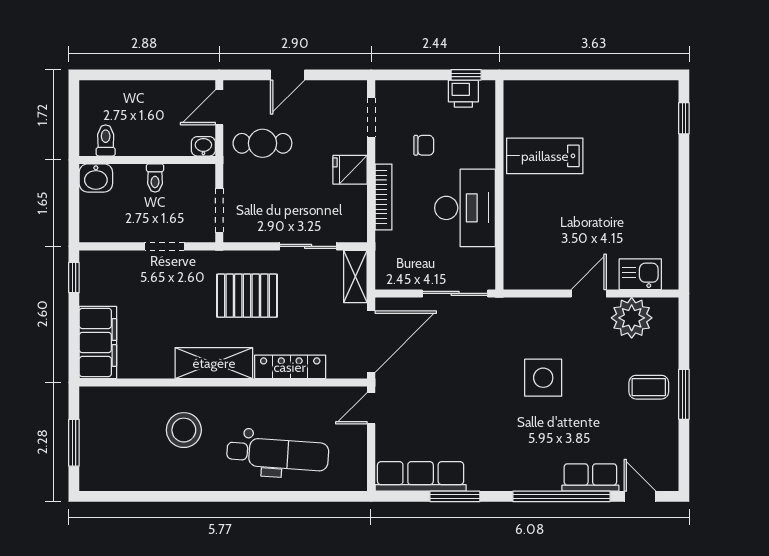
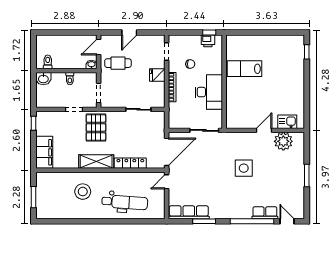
shelving: (355, 276) -> (160, 123), removed
pallet: (247, 296) -> (96, 128), moved, turned 90
coffee table: (649, 387) -> (291, 172), removed

